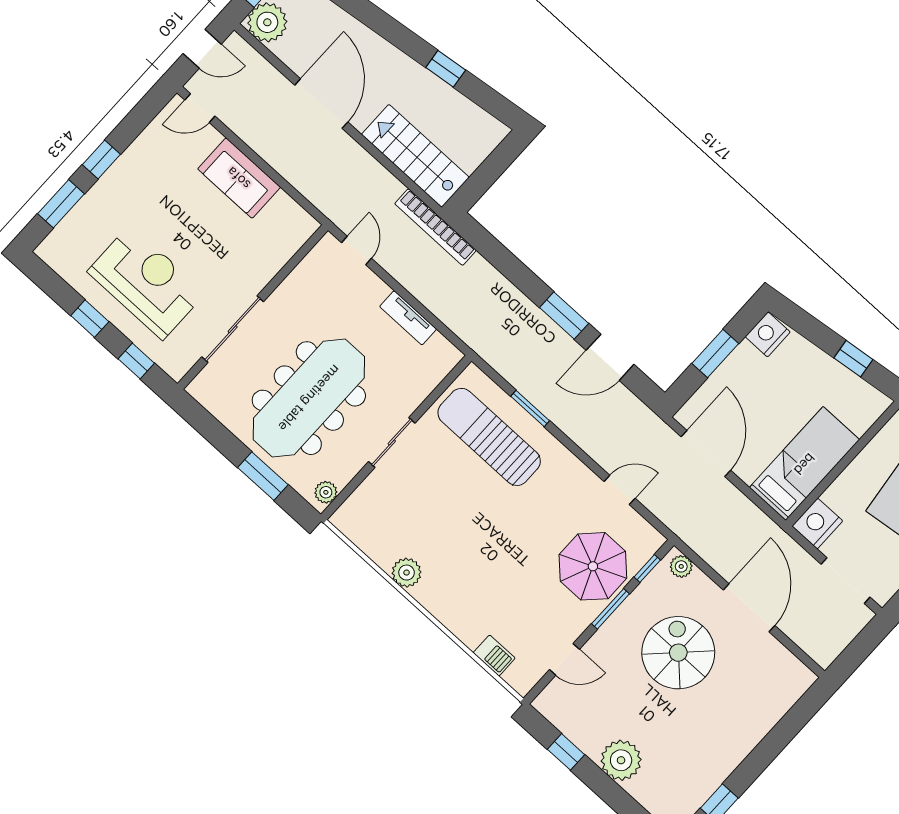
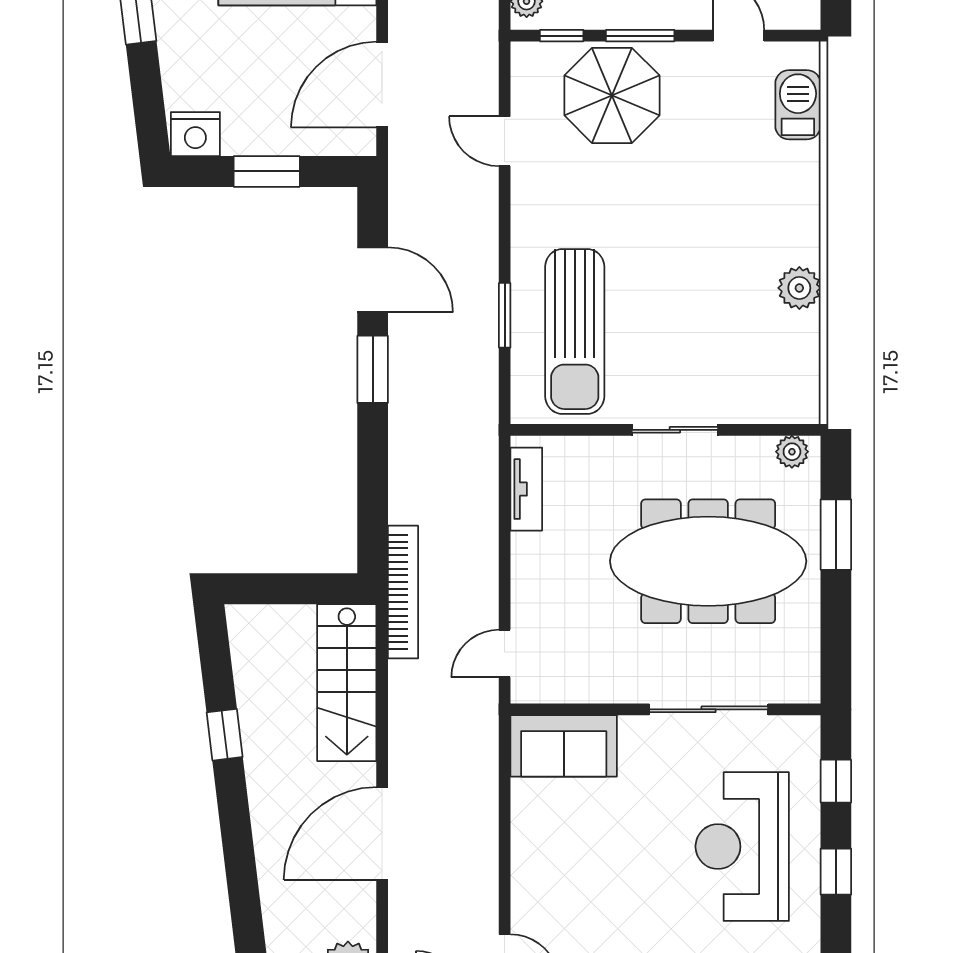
sofa: (239, 178) -> (564, 746), moved, turned 90
tv unit: (408, 318) -> (526, 489), moved
barbecue: (494, 655) -> (798, 105), width x1.38, depth x1.27

